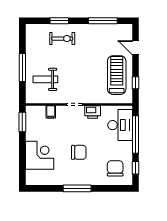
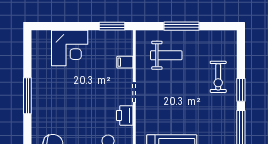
window: (59, 21) -> (241, 90), moved
weight bench: (45, 79) -> (166, 55), turned 90
chair: (79, 152) -> (73, 98), removed

